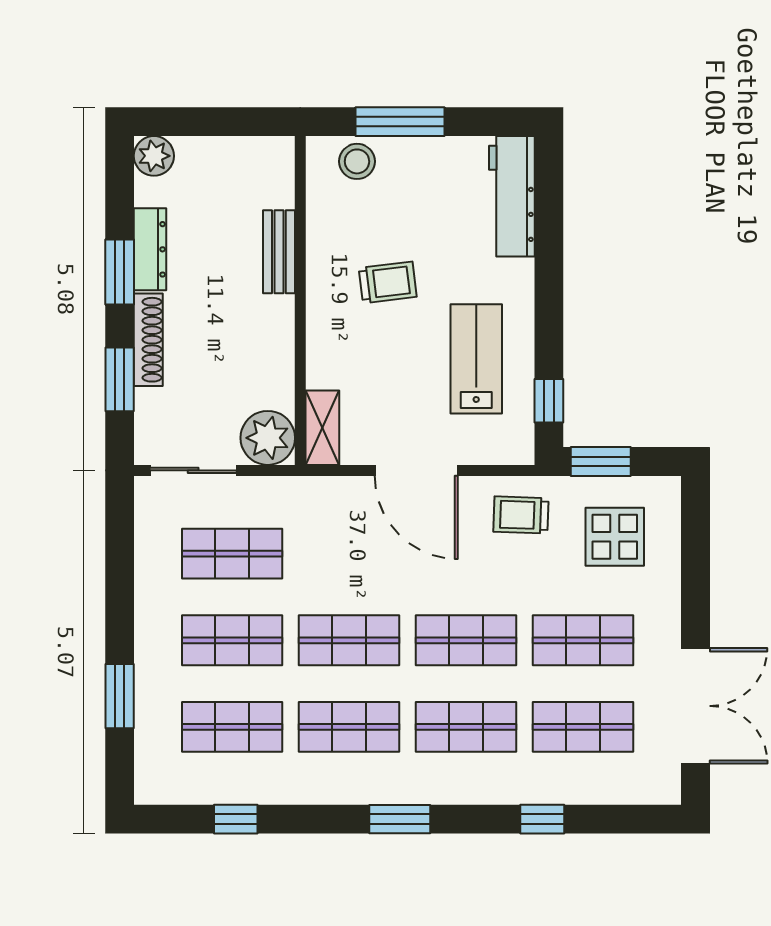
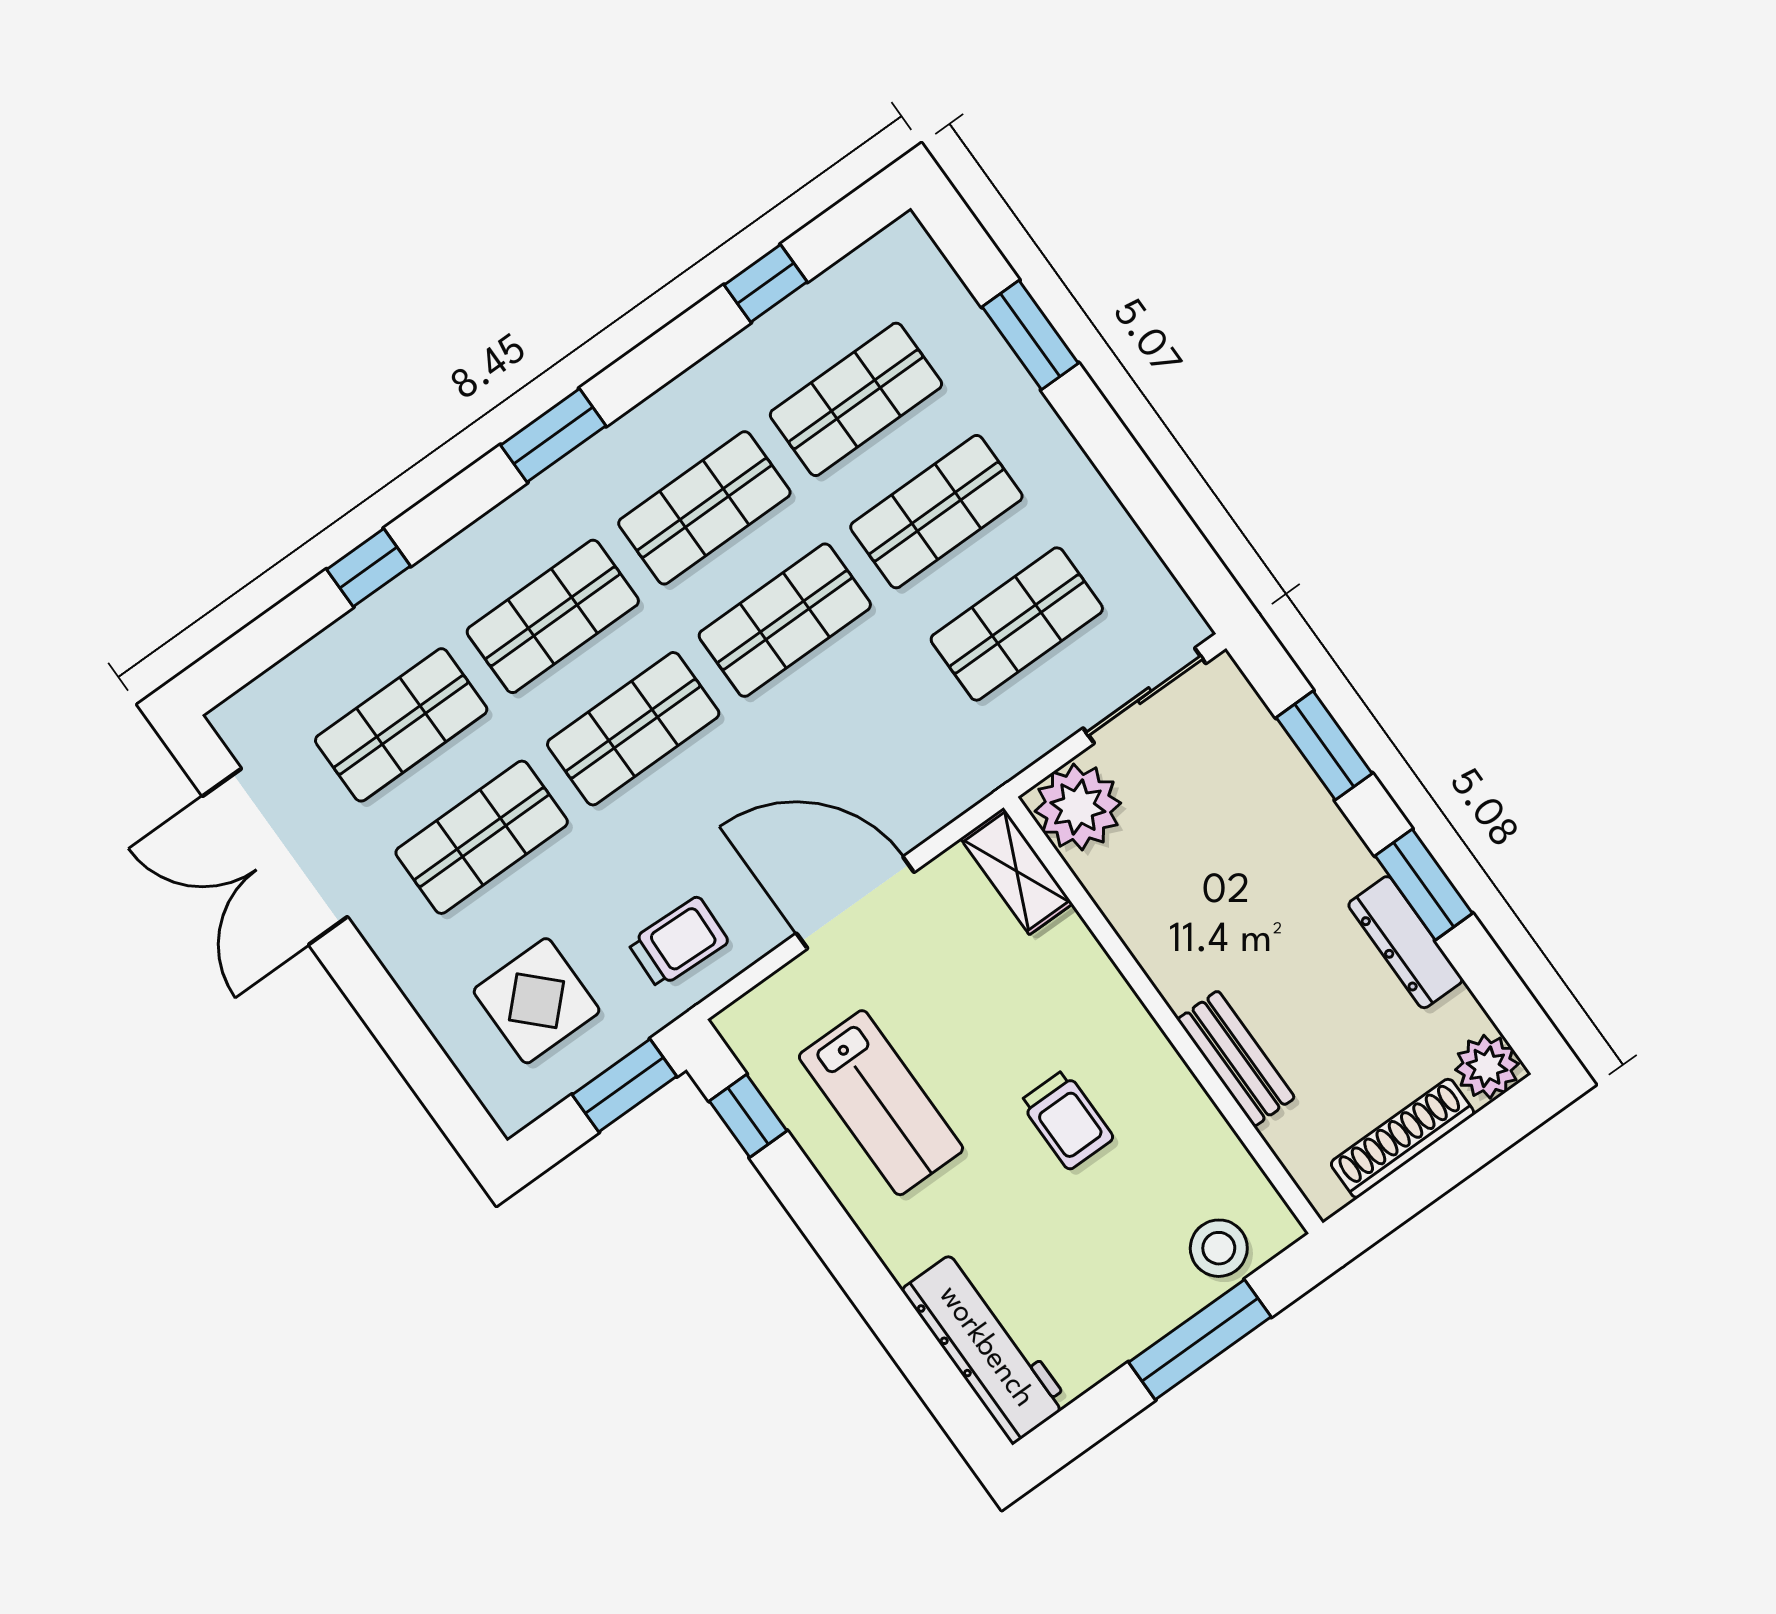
trolley: (388, 282) -> (1067, 1120), turned -83
shoe rack: (148, 340) -> (1403, 1138), moved, turned 90

